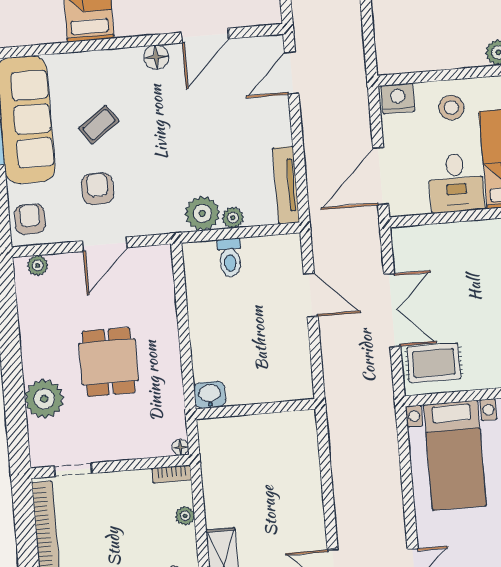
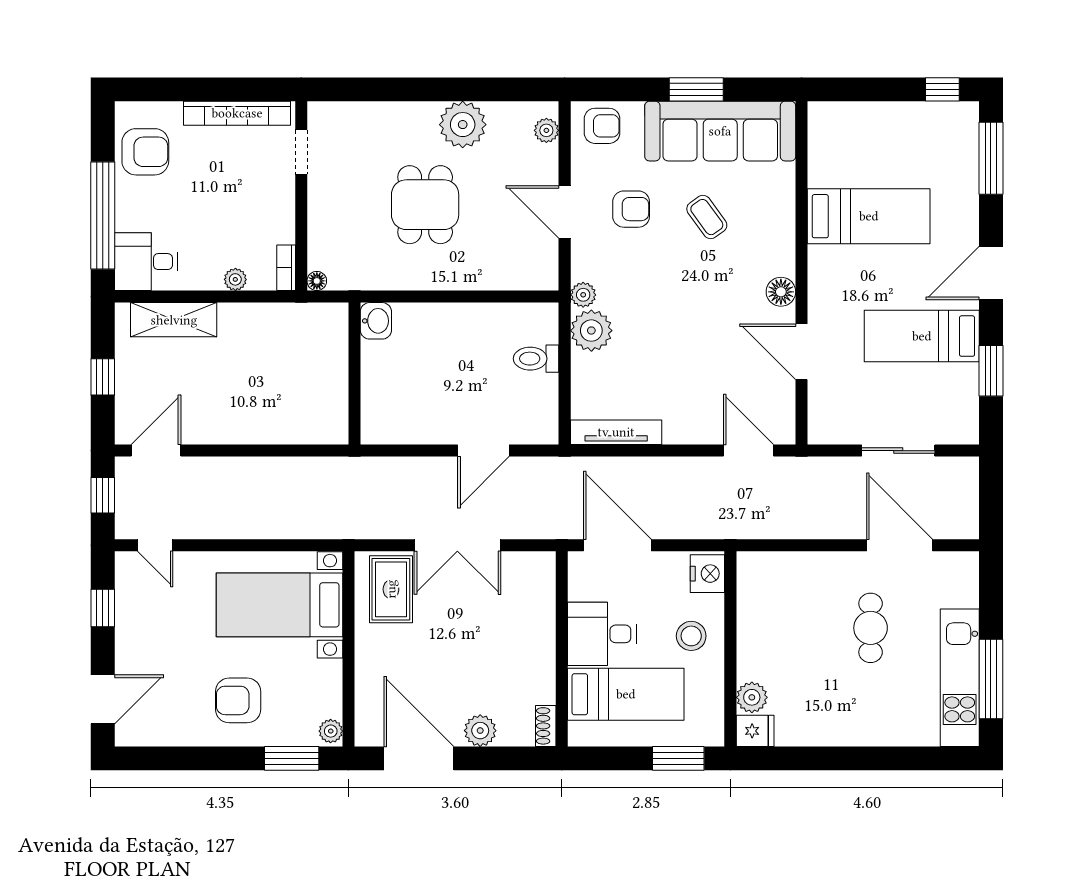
plant: (233, 218) -> (583, 295), moved
dining table: (109, 362) -> (425, 205), turned 90
plant: (44, 399) -> (463, 125), moved

